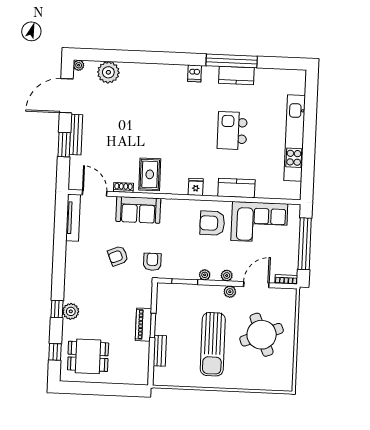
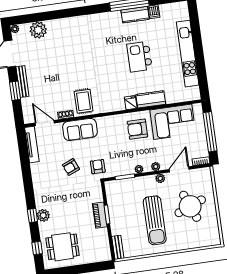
dishwasher: (195, 73) -> (154, 12), moved
fridge: (196, 187) -> (131, 103), moved
bench: (160, 351) -> (118, 247), moved

